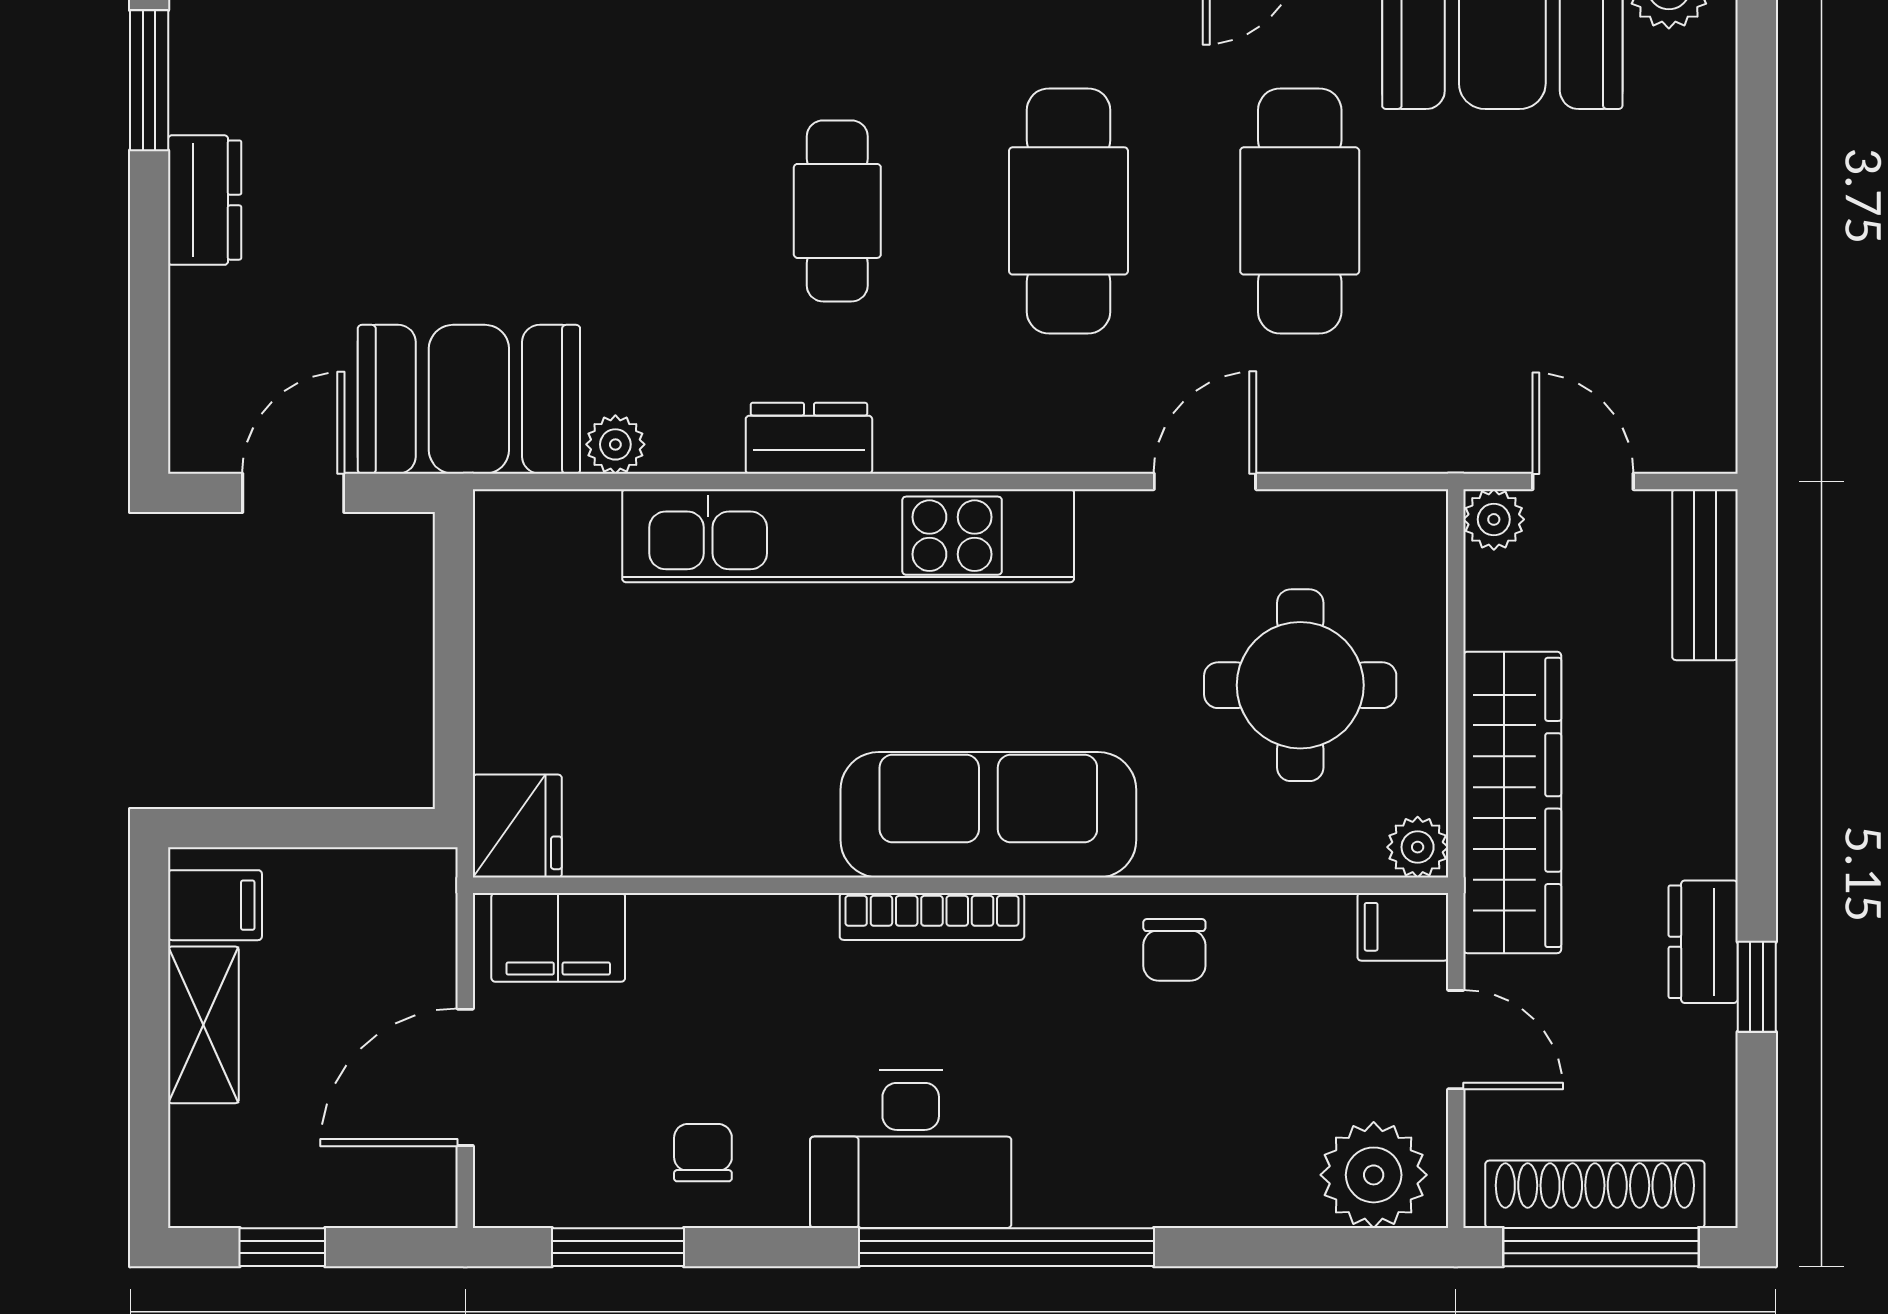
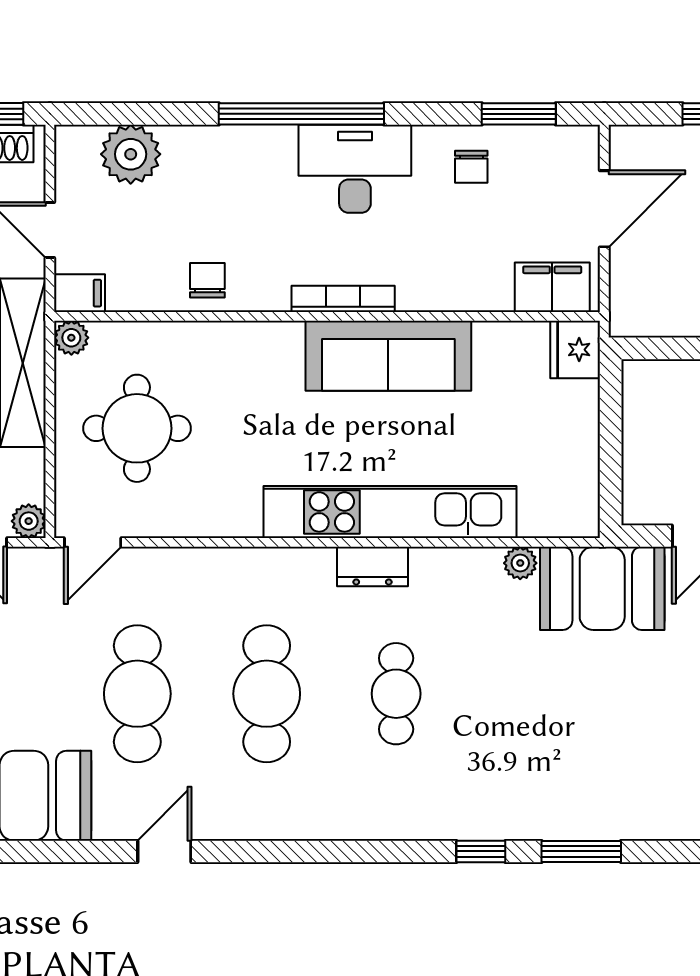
dresser: (809, 438) -> (373, 566), moved
door: (1205, 481) -> (93, 542), moved
sofa: (988, 815) -> (388, 356), moved
plant: (1374, 1175) -> (131, 154), moved

